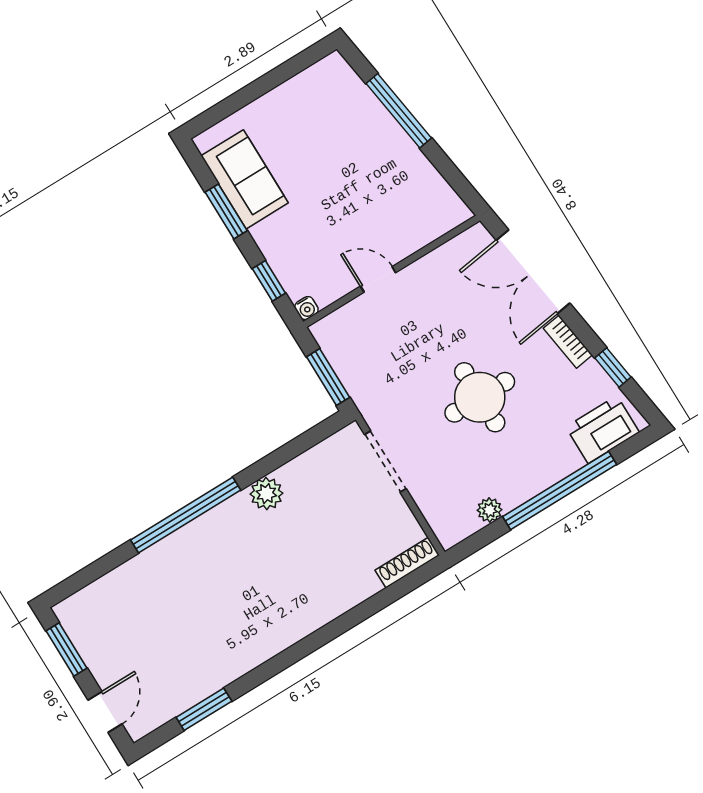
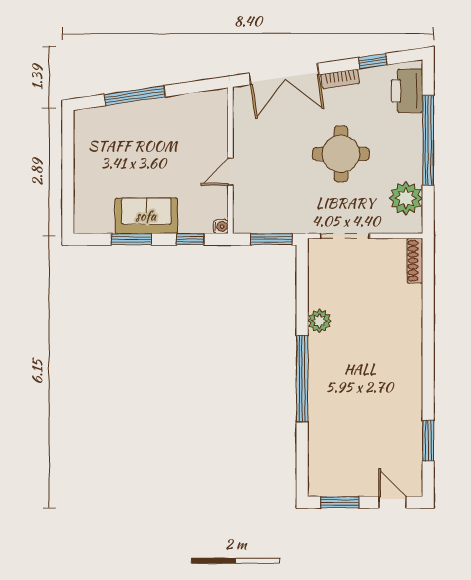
sofa: (245, 179) -> (146, 216), moved
plant: (490, 510) -> (406, 198), width x1.88, depth x1.88

